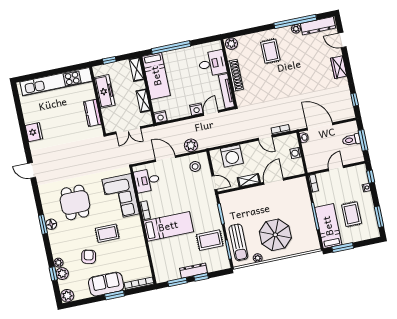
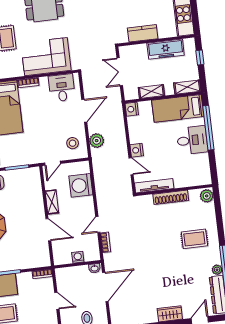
desk: (212, 63) -> (192, 140), moved, turned -90

